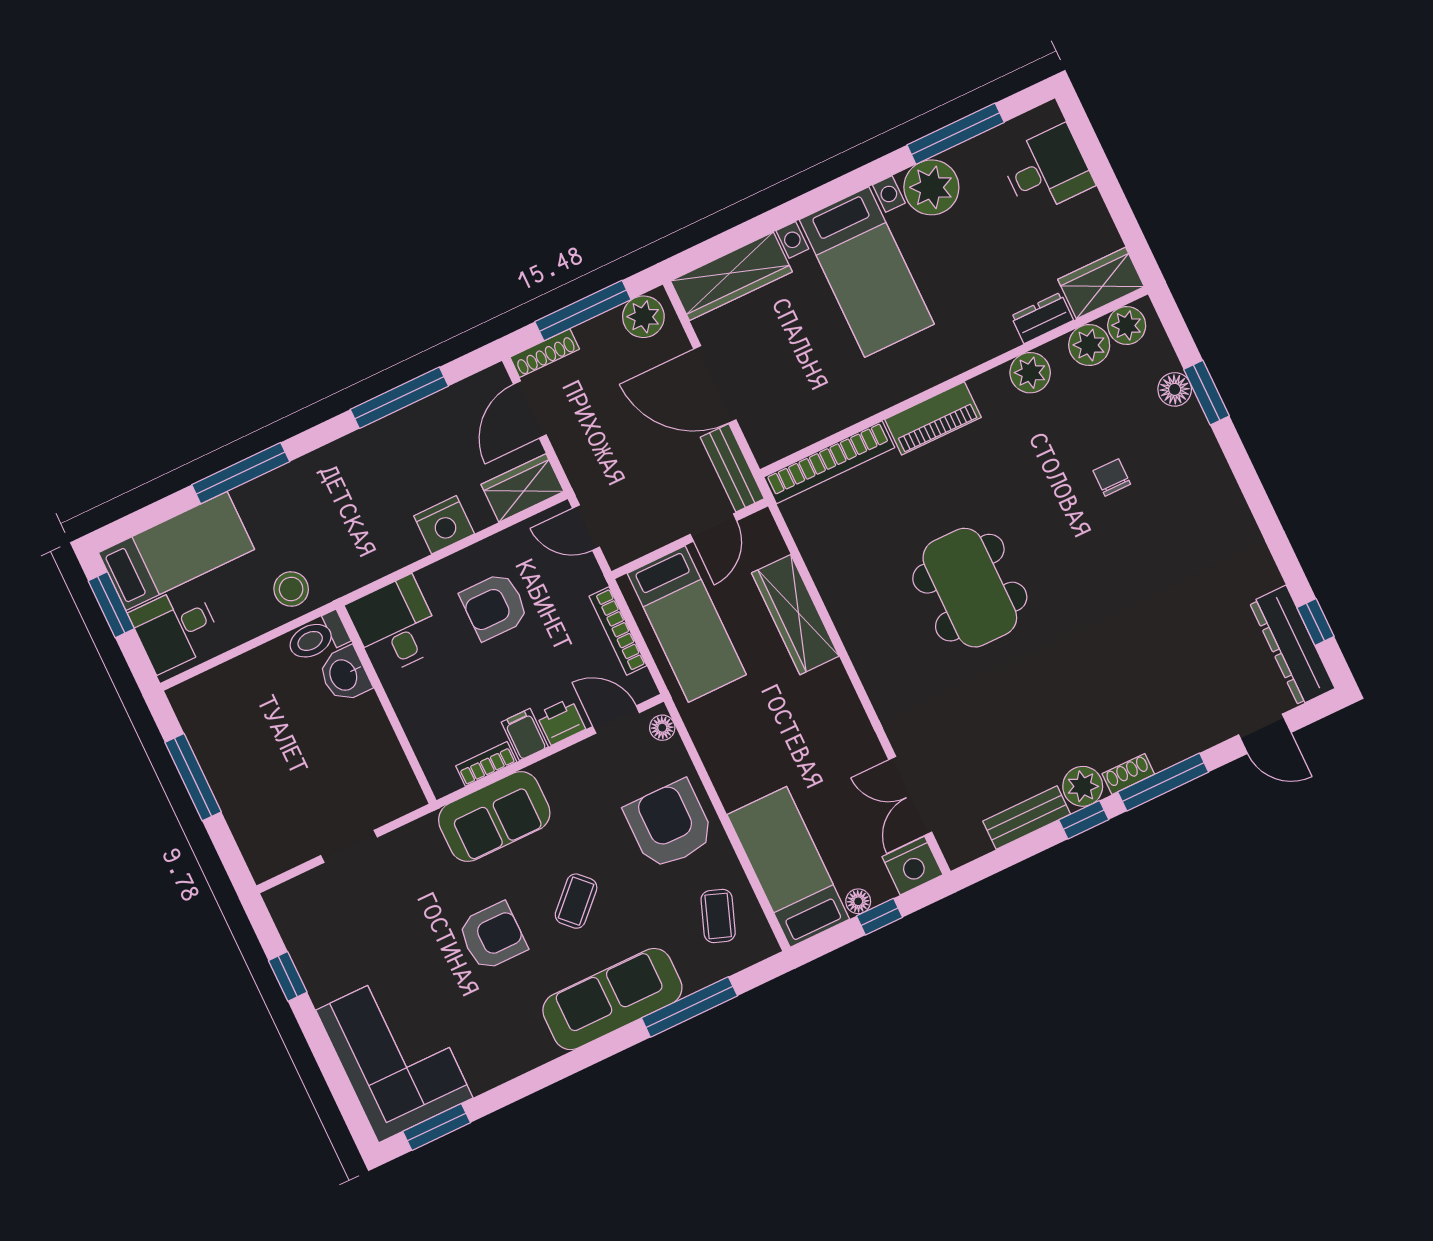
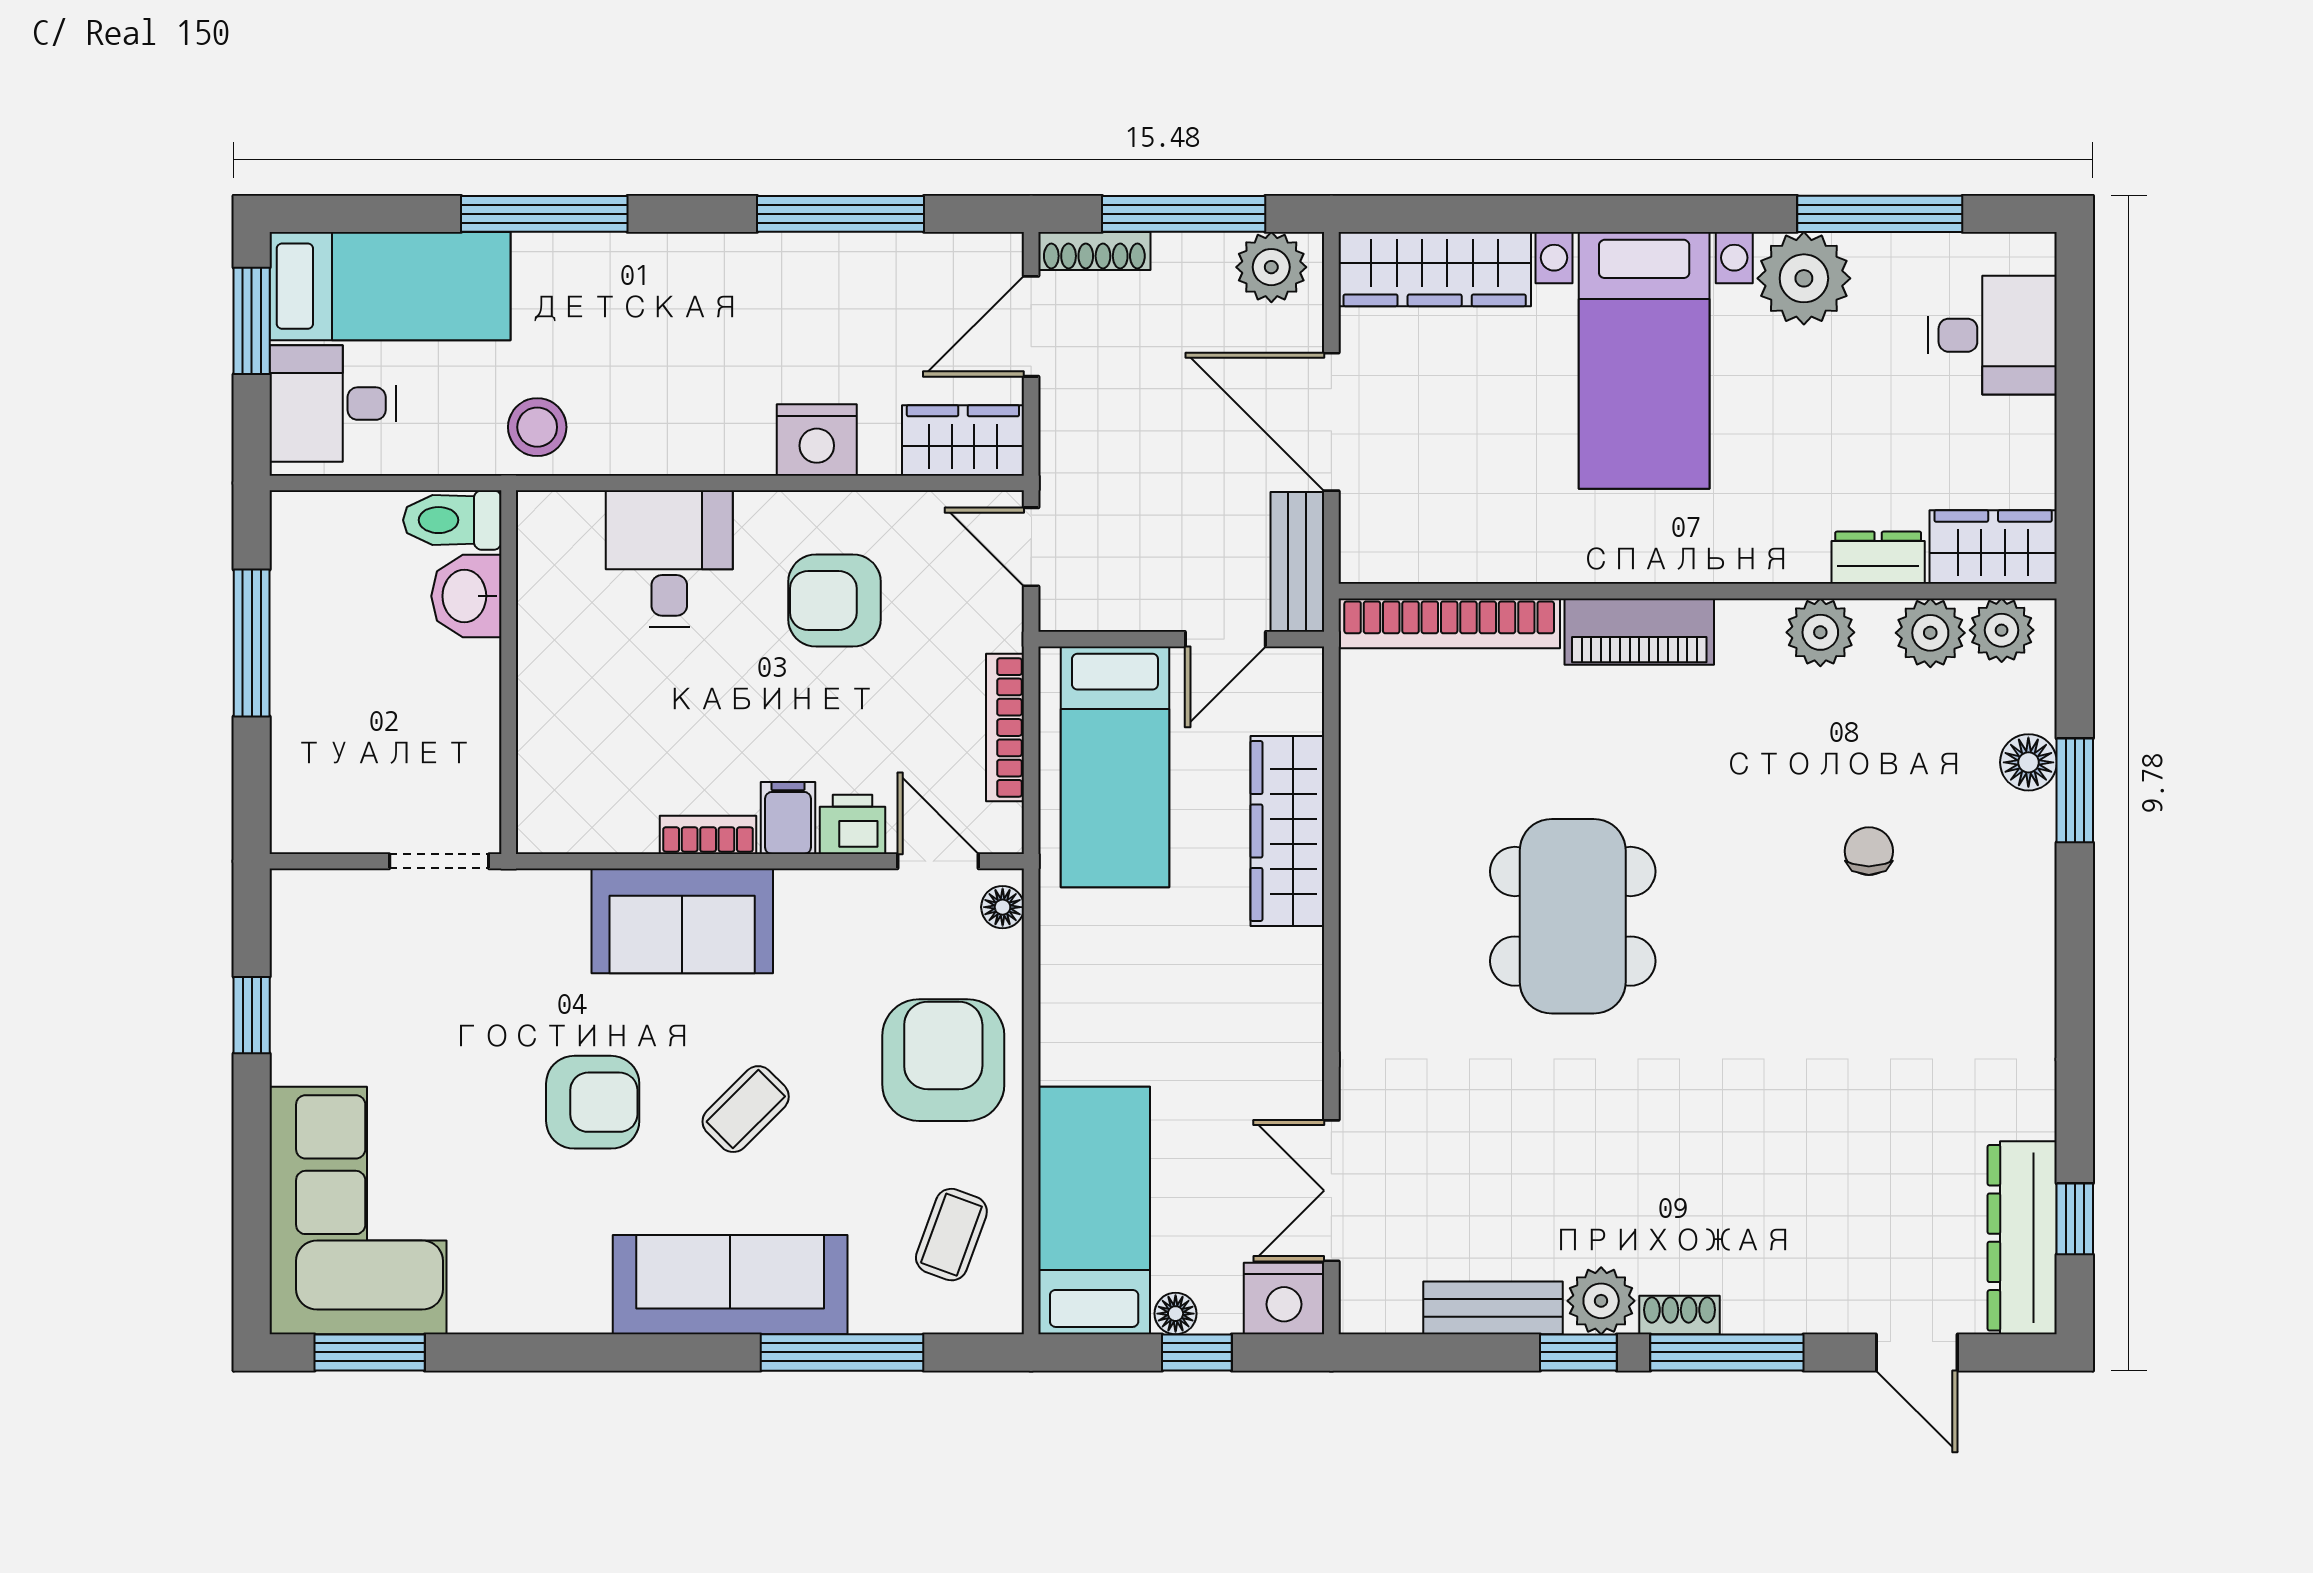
toilet: (317, 637) -> (452, 520), moved
washbasin: (344, 675) -> (466, 596), moved
wall: (386, 705) -> (509, 672), moved

